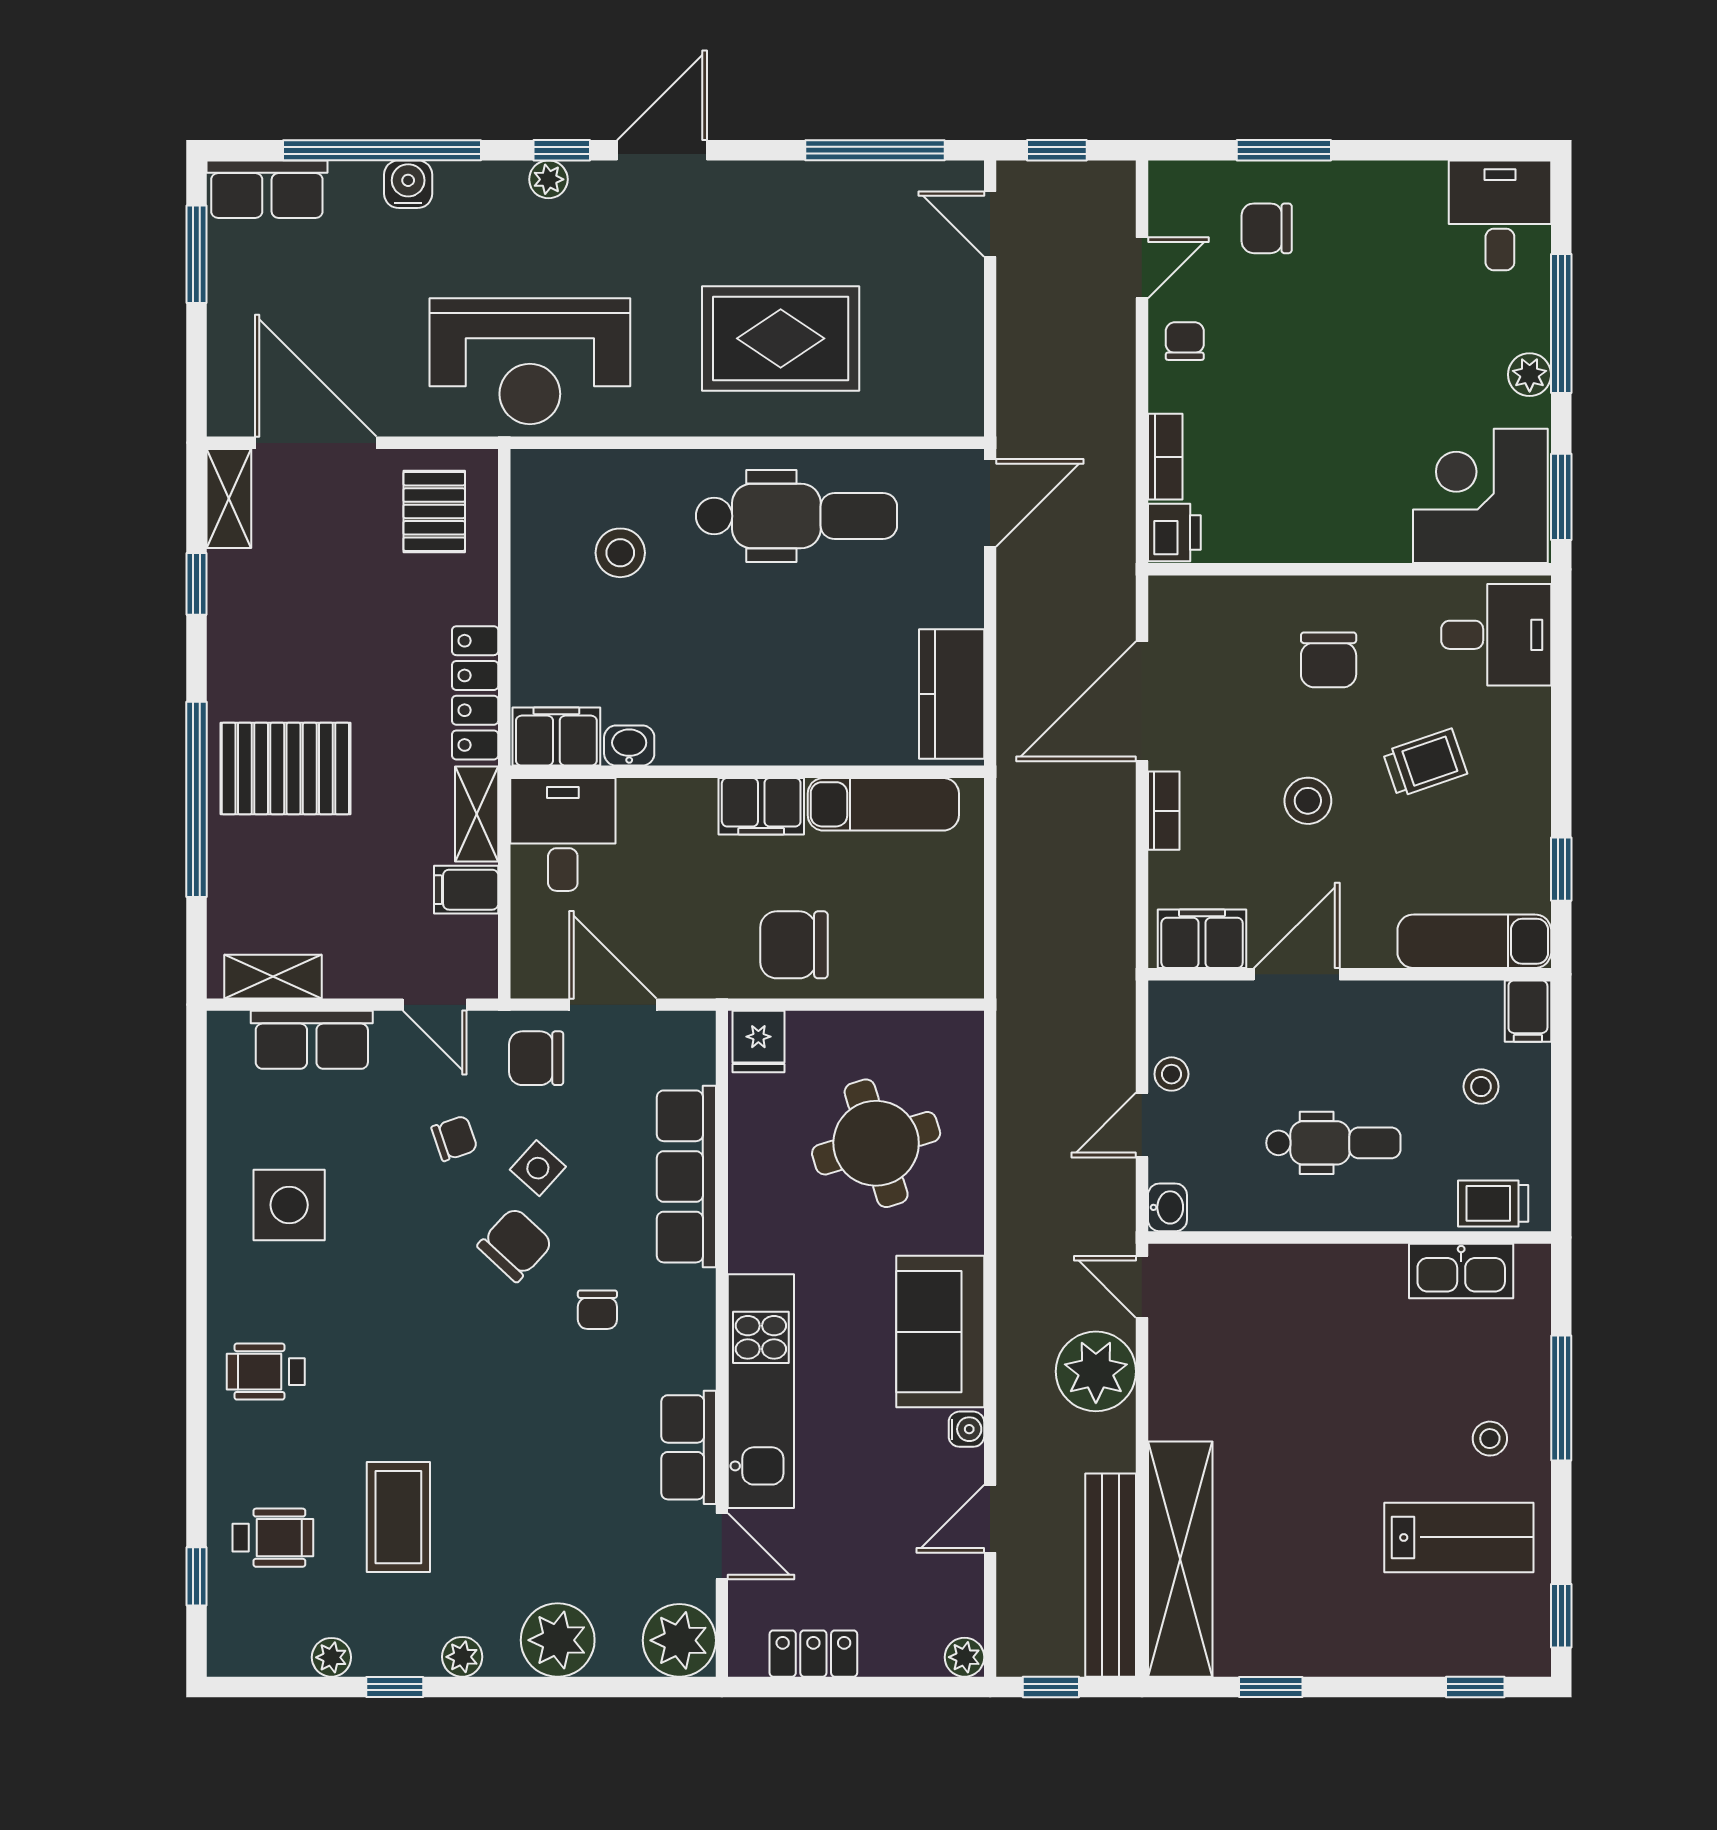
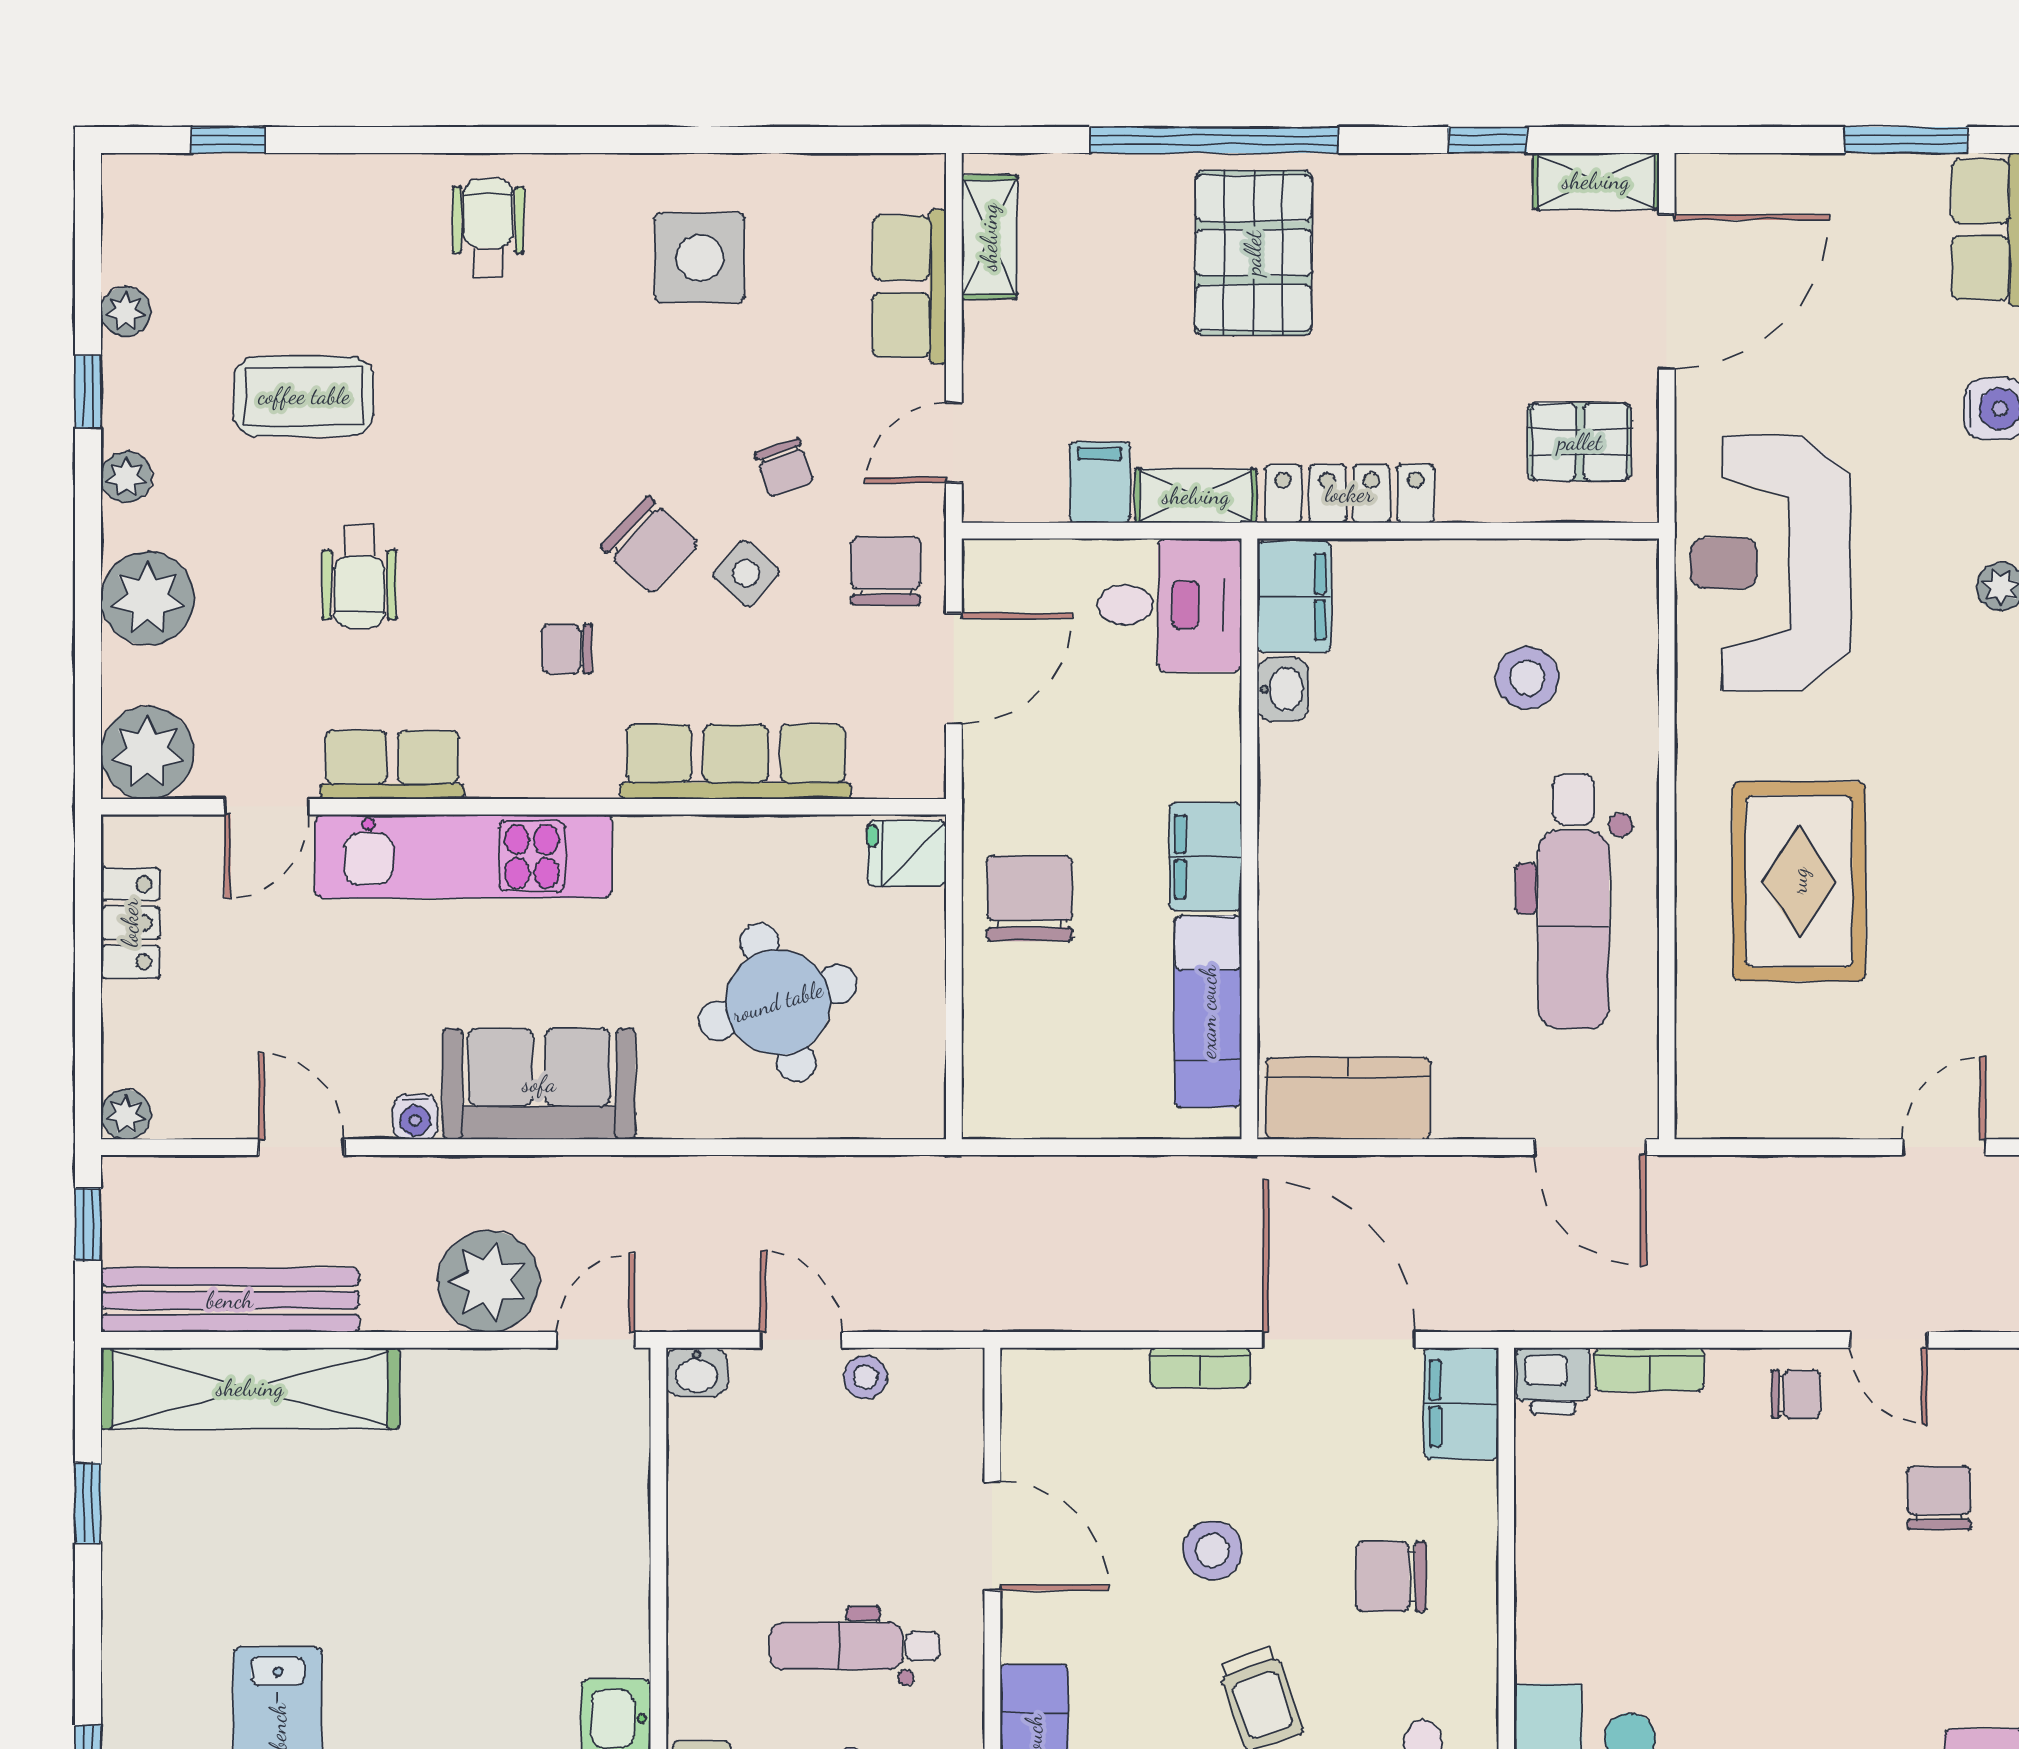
filing cabinet: (1202, 939) -> (1461, 1403), moved, turned 180
dental chair: (1333, 1143) -> (855, 1646), moved, turned 90
wheelchair: (273, 1538) -> (359, 576), moved

